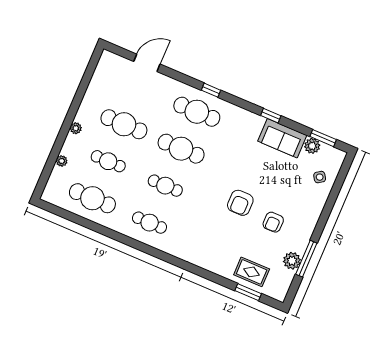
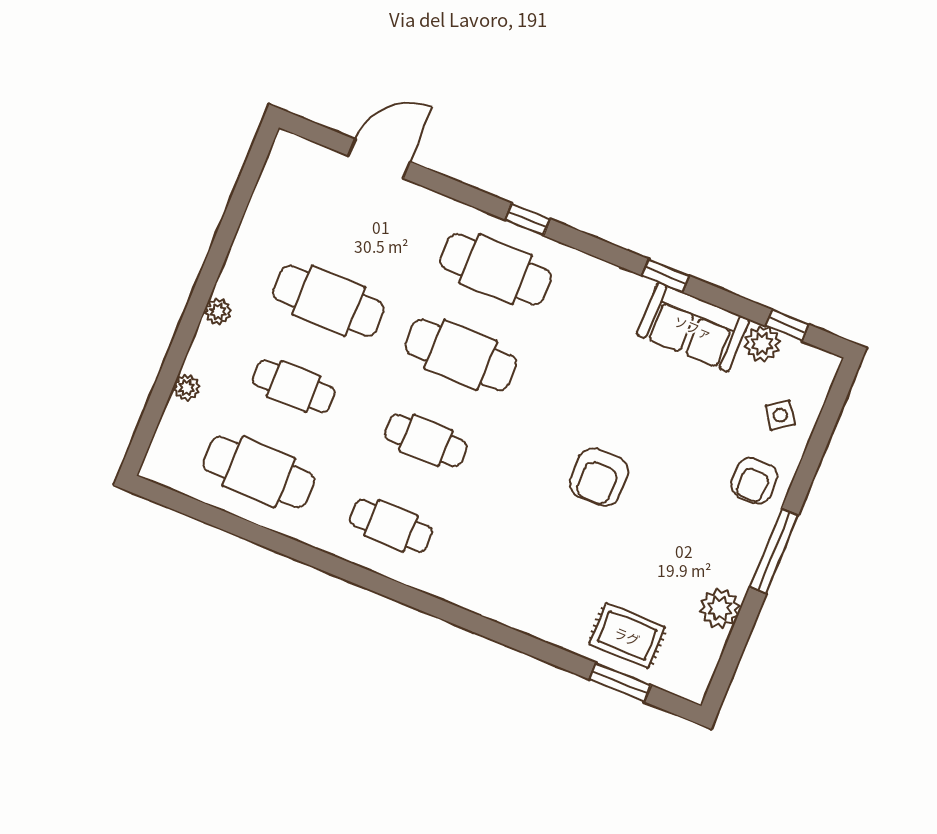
window: (323, 138) -> (787, 325), width x0.67
armchair: (273, 222) -> (754, 480), moved
window: (306, 259) -> (774, 551), moved

